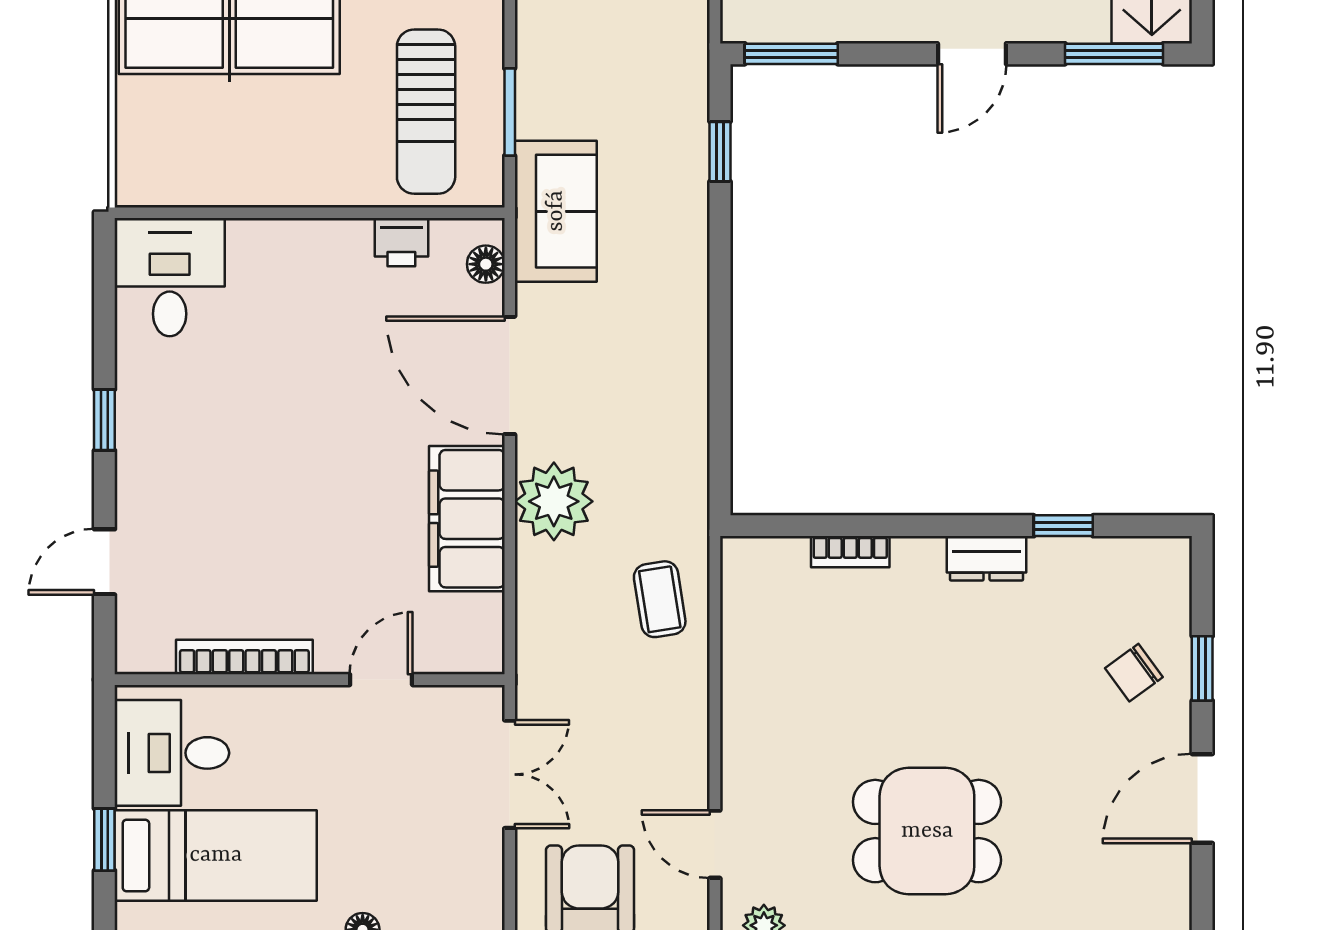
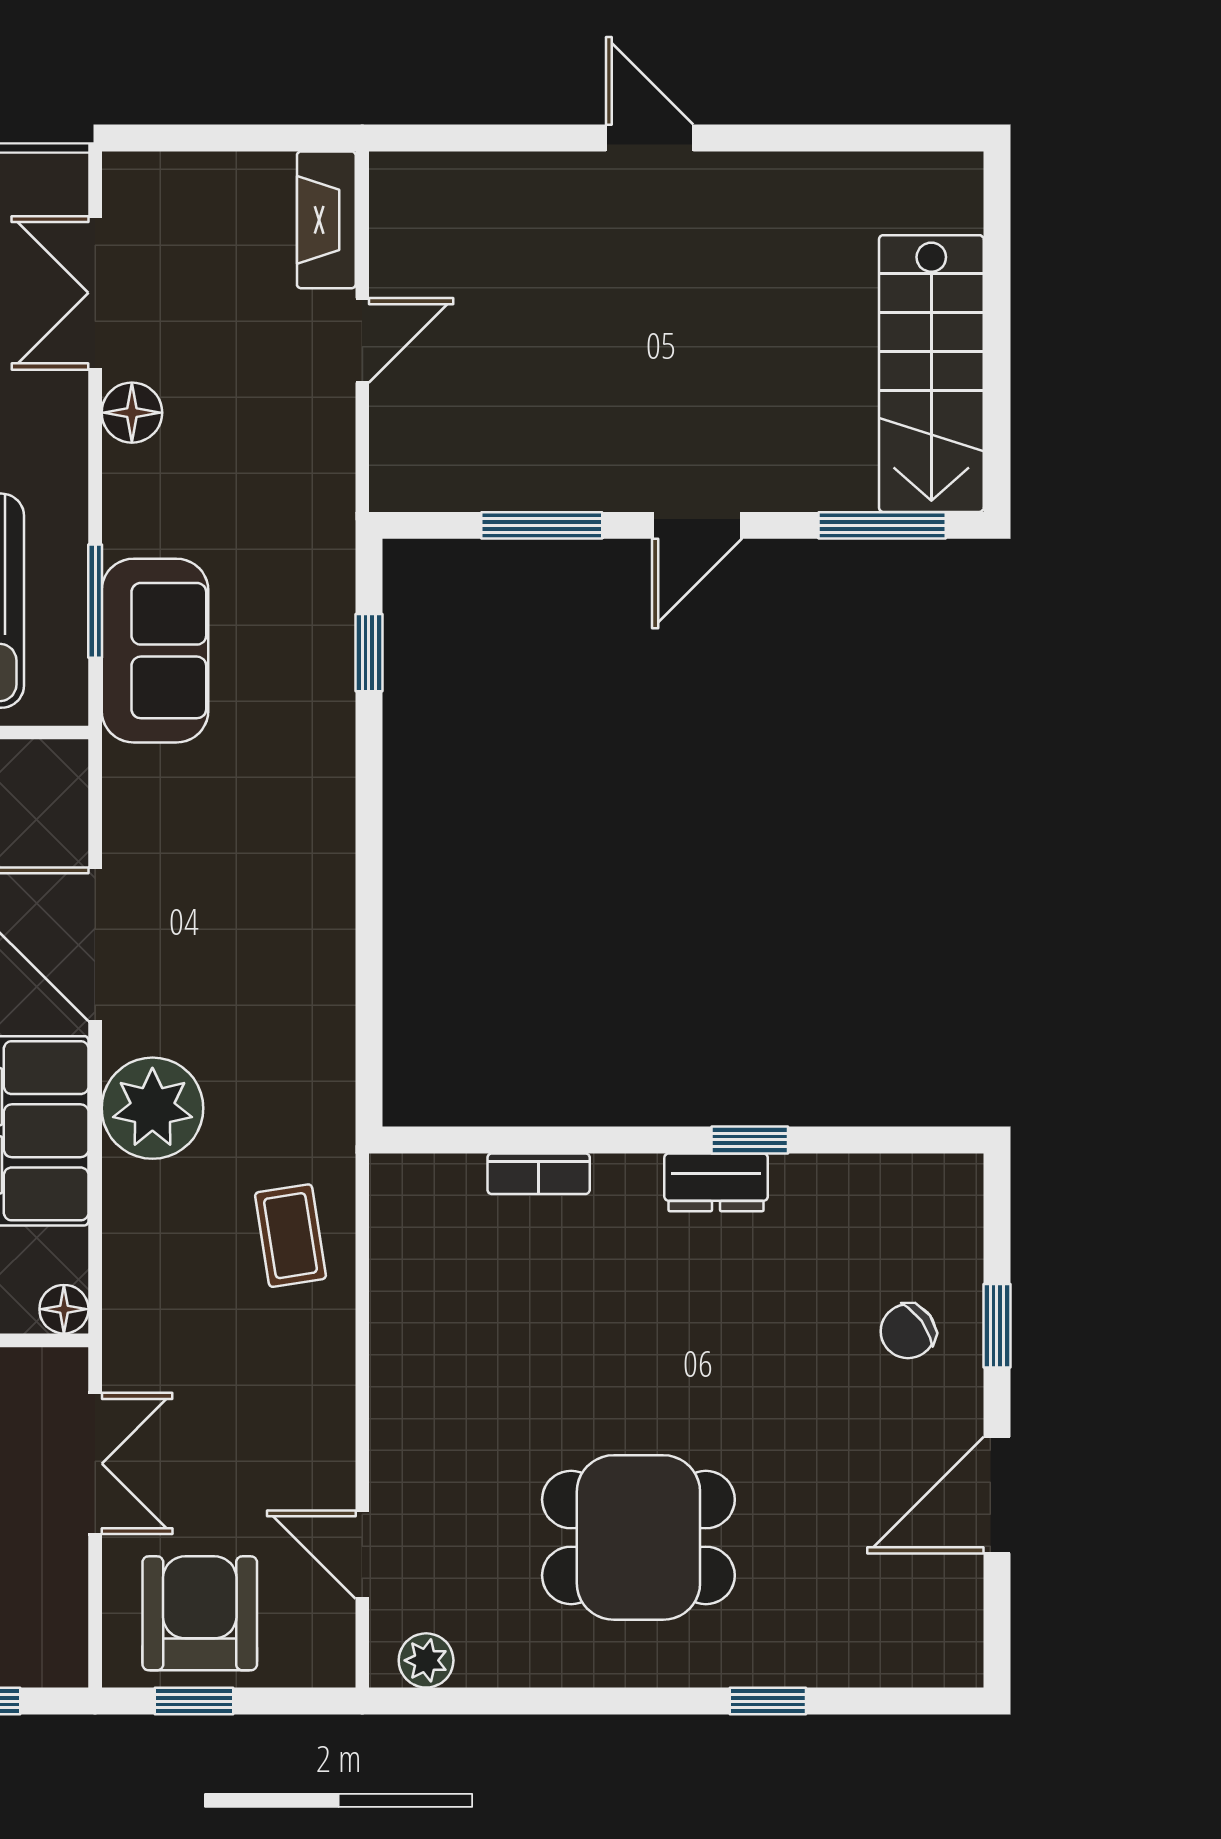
window: (791, 54) -> (542, 525), moved
sofa: (556, 211) -> (155, 651), moved
floor lamp: (486, 264) -> (64, 1309), moved
window: (1063, 526) -> (750, 1140), moved

